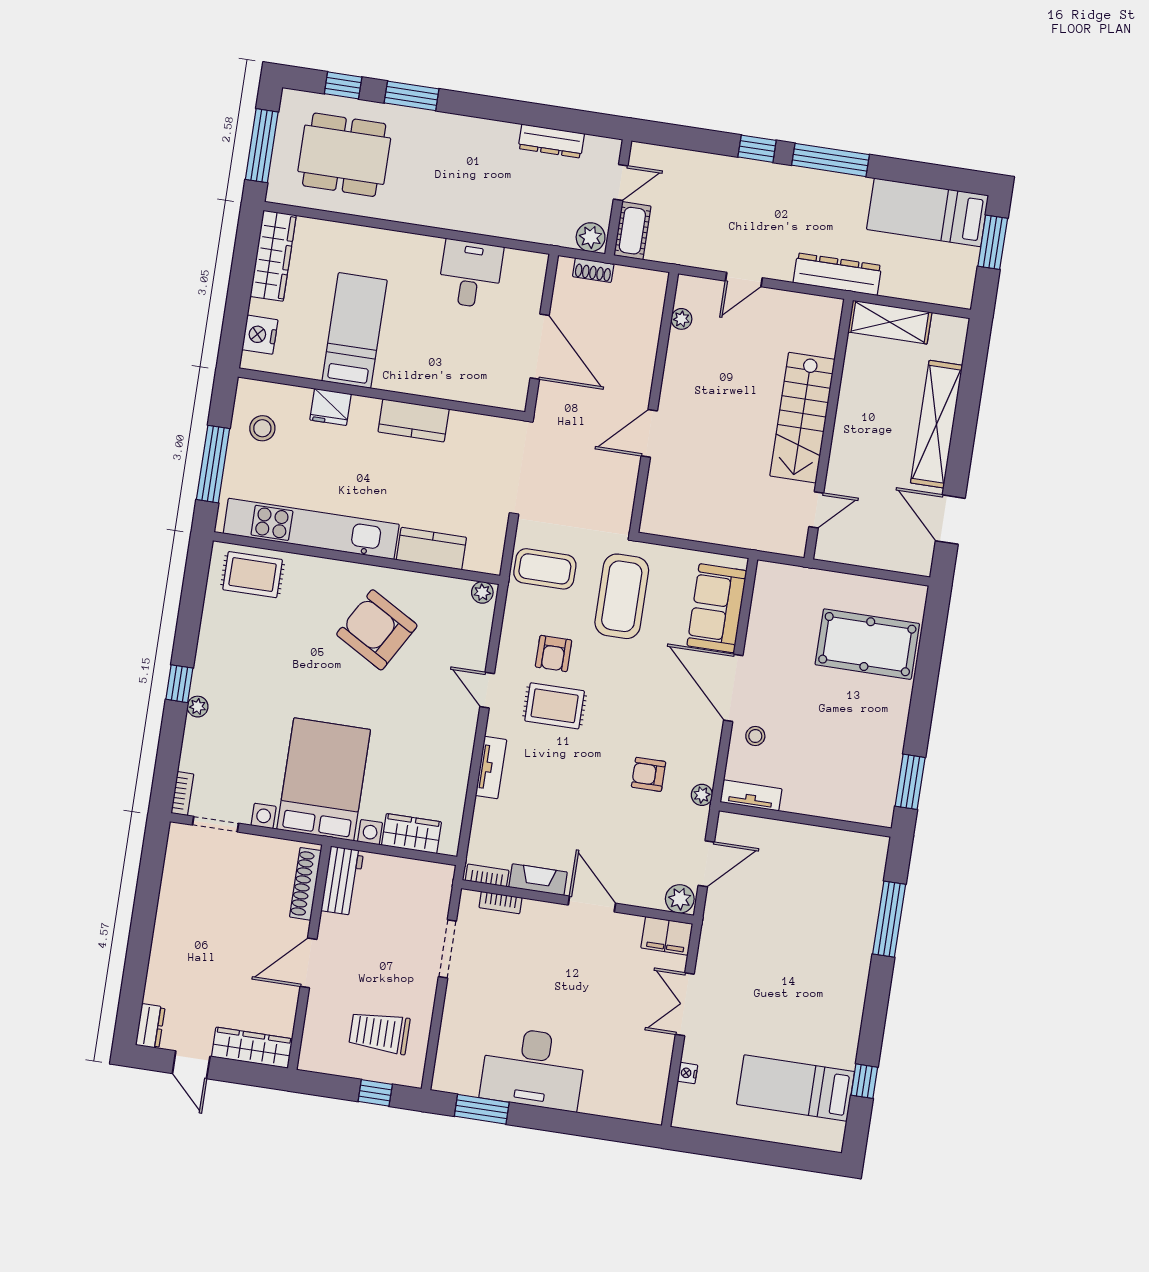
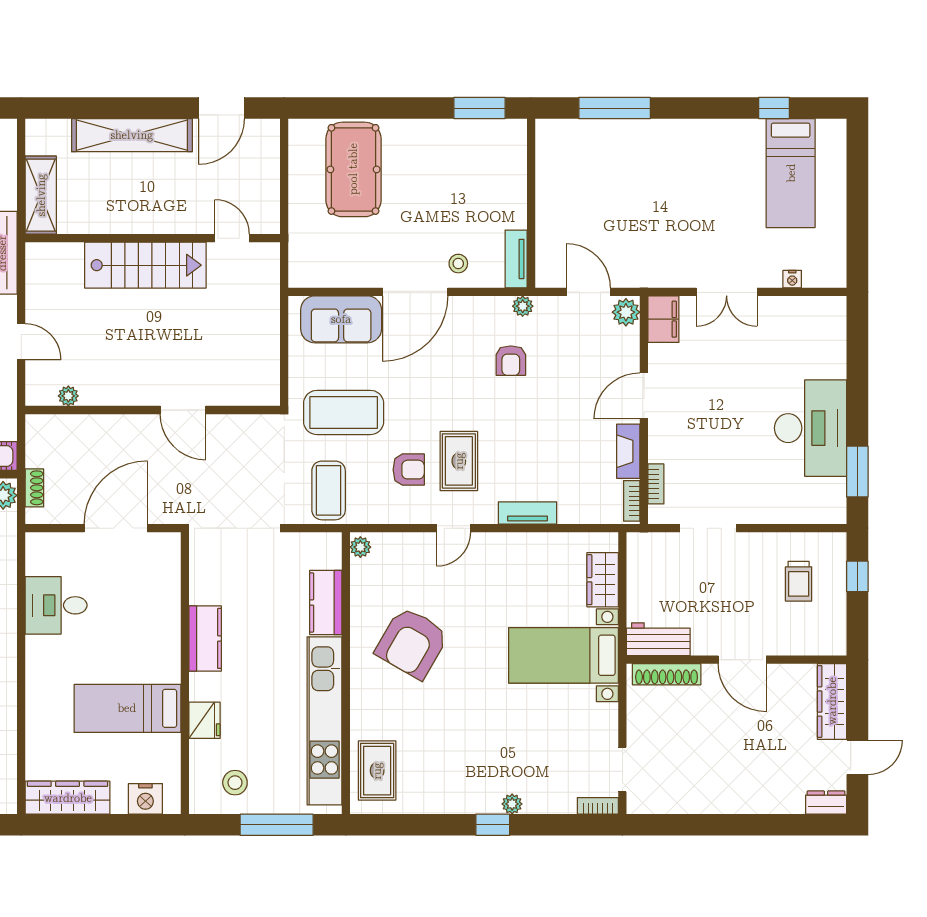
bed with nightstands: (324, 779) -> (563, 655), width x0.73
trolley: (379, 1033) -> (799, 581), width x0.73, depth x0.72

